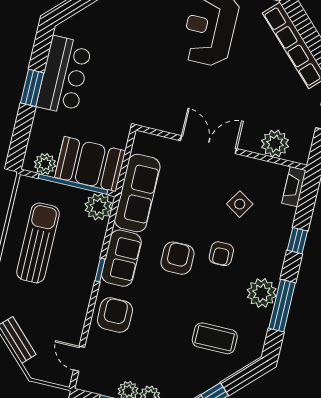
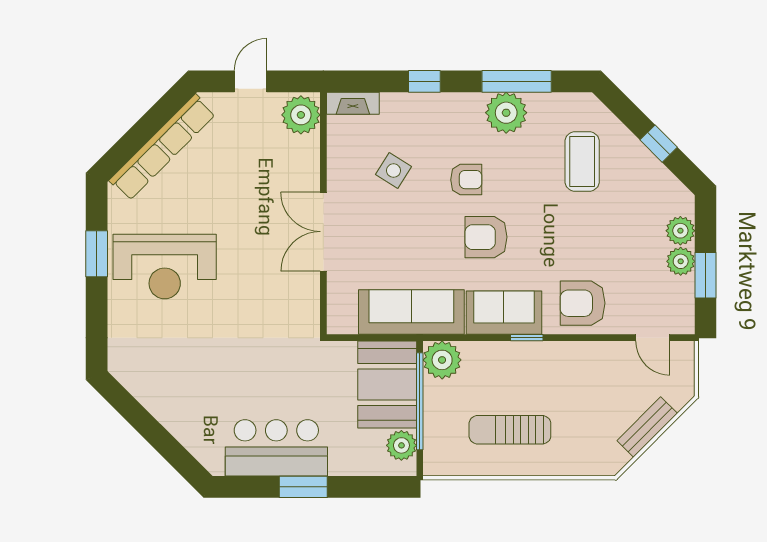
plant: (275, 144) -> (301, 115), moved
sun lounger: (38, 243) -> (510, 430), width x0.73, depth x0.75
door: (79, 359) -> (653, 338), hinge flipped

